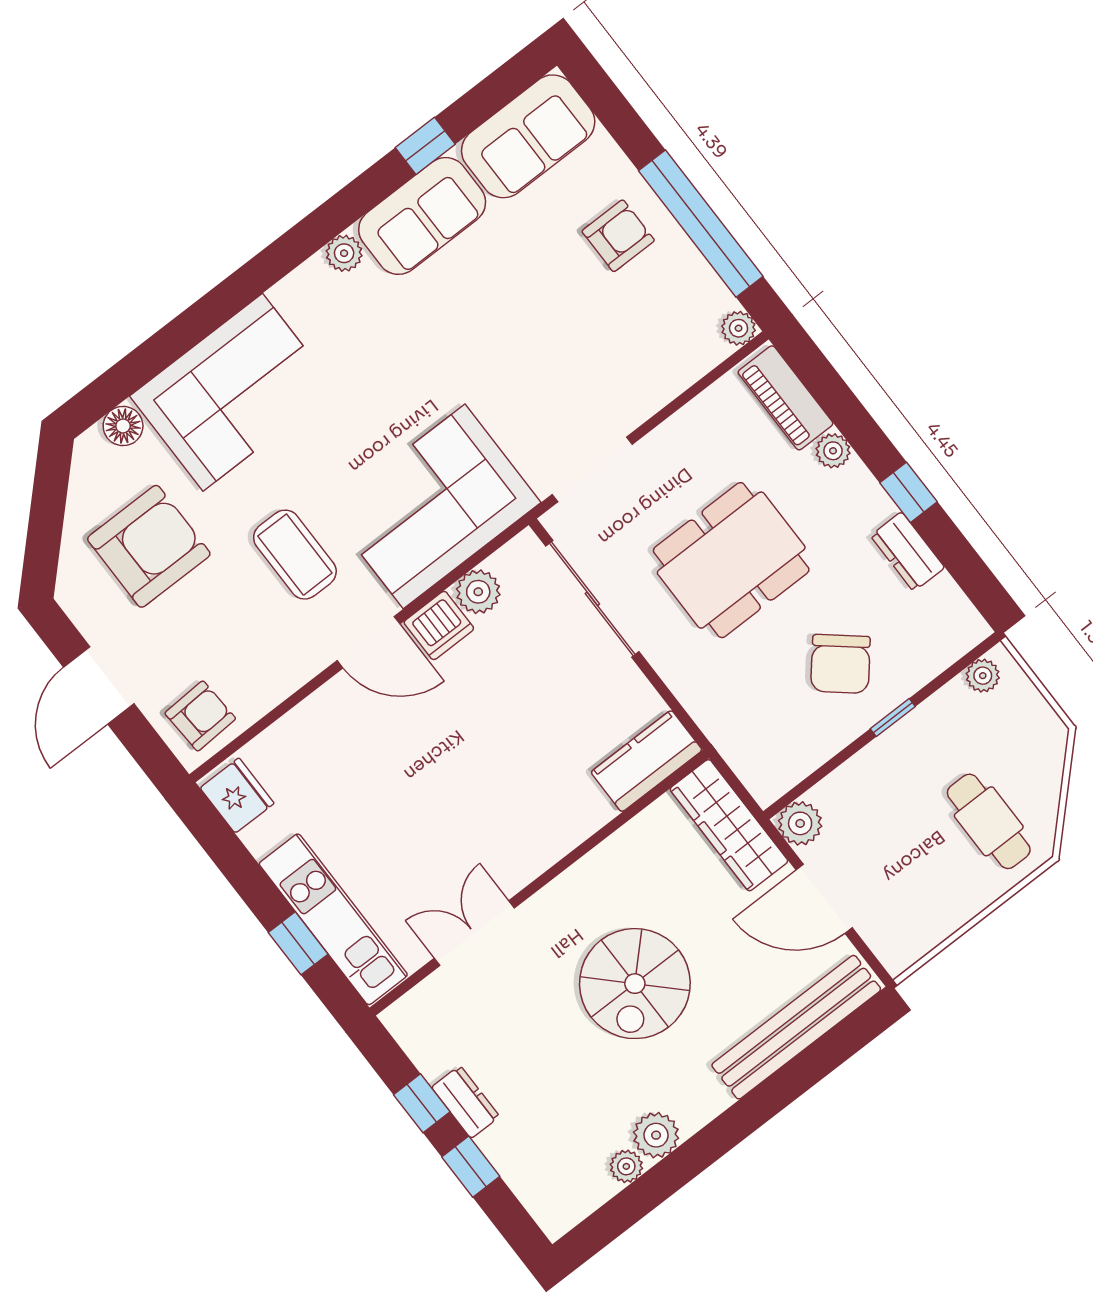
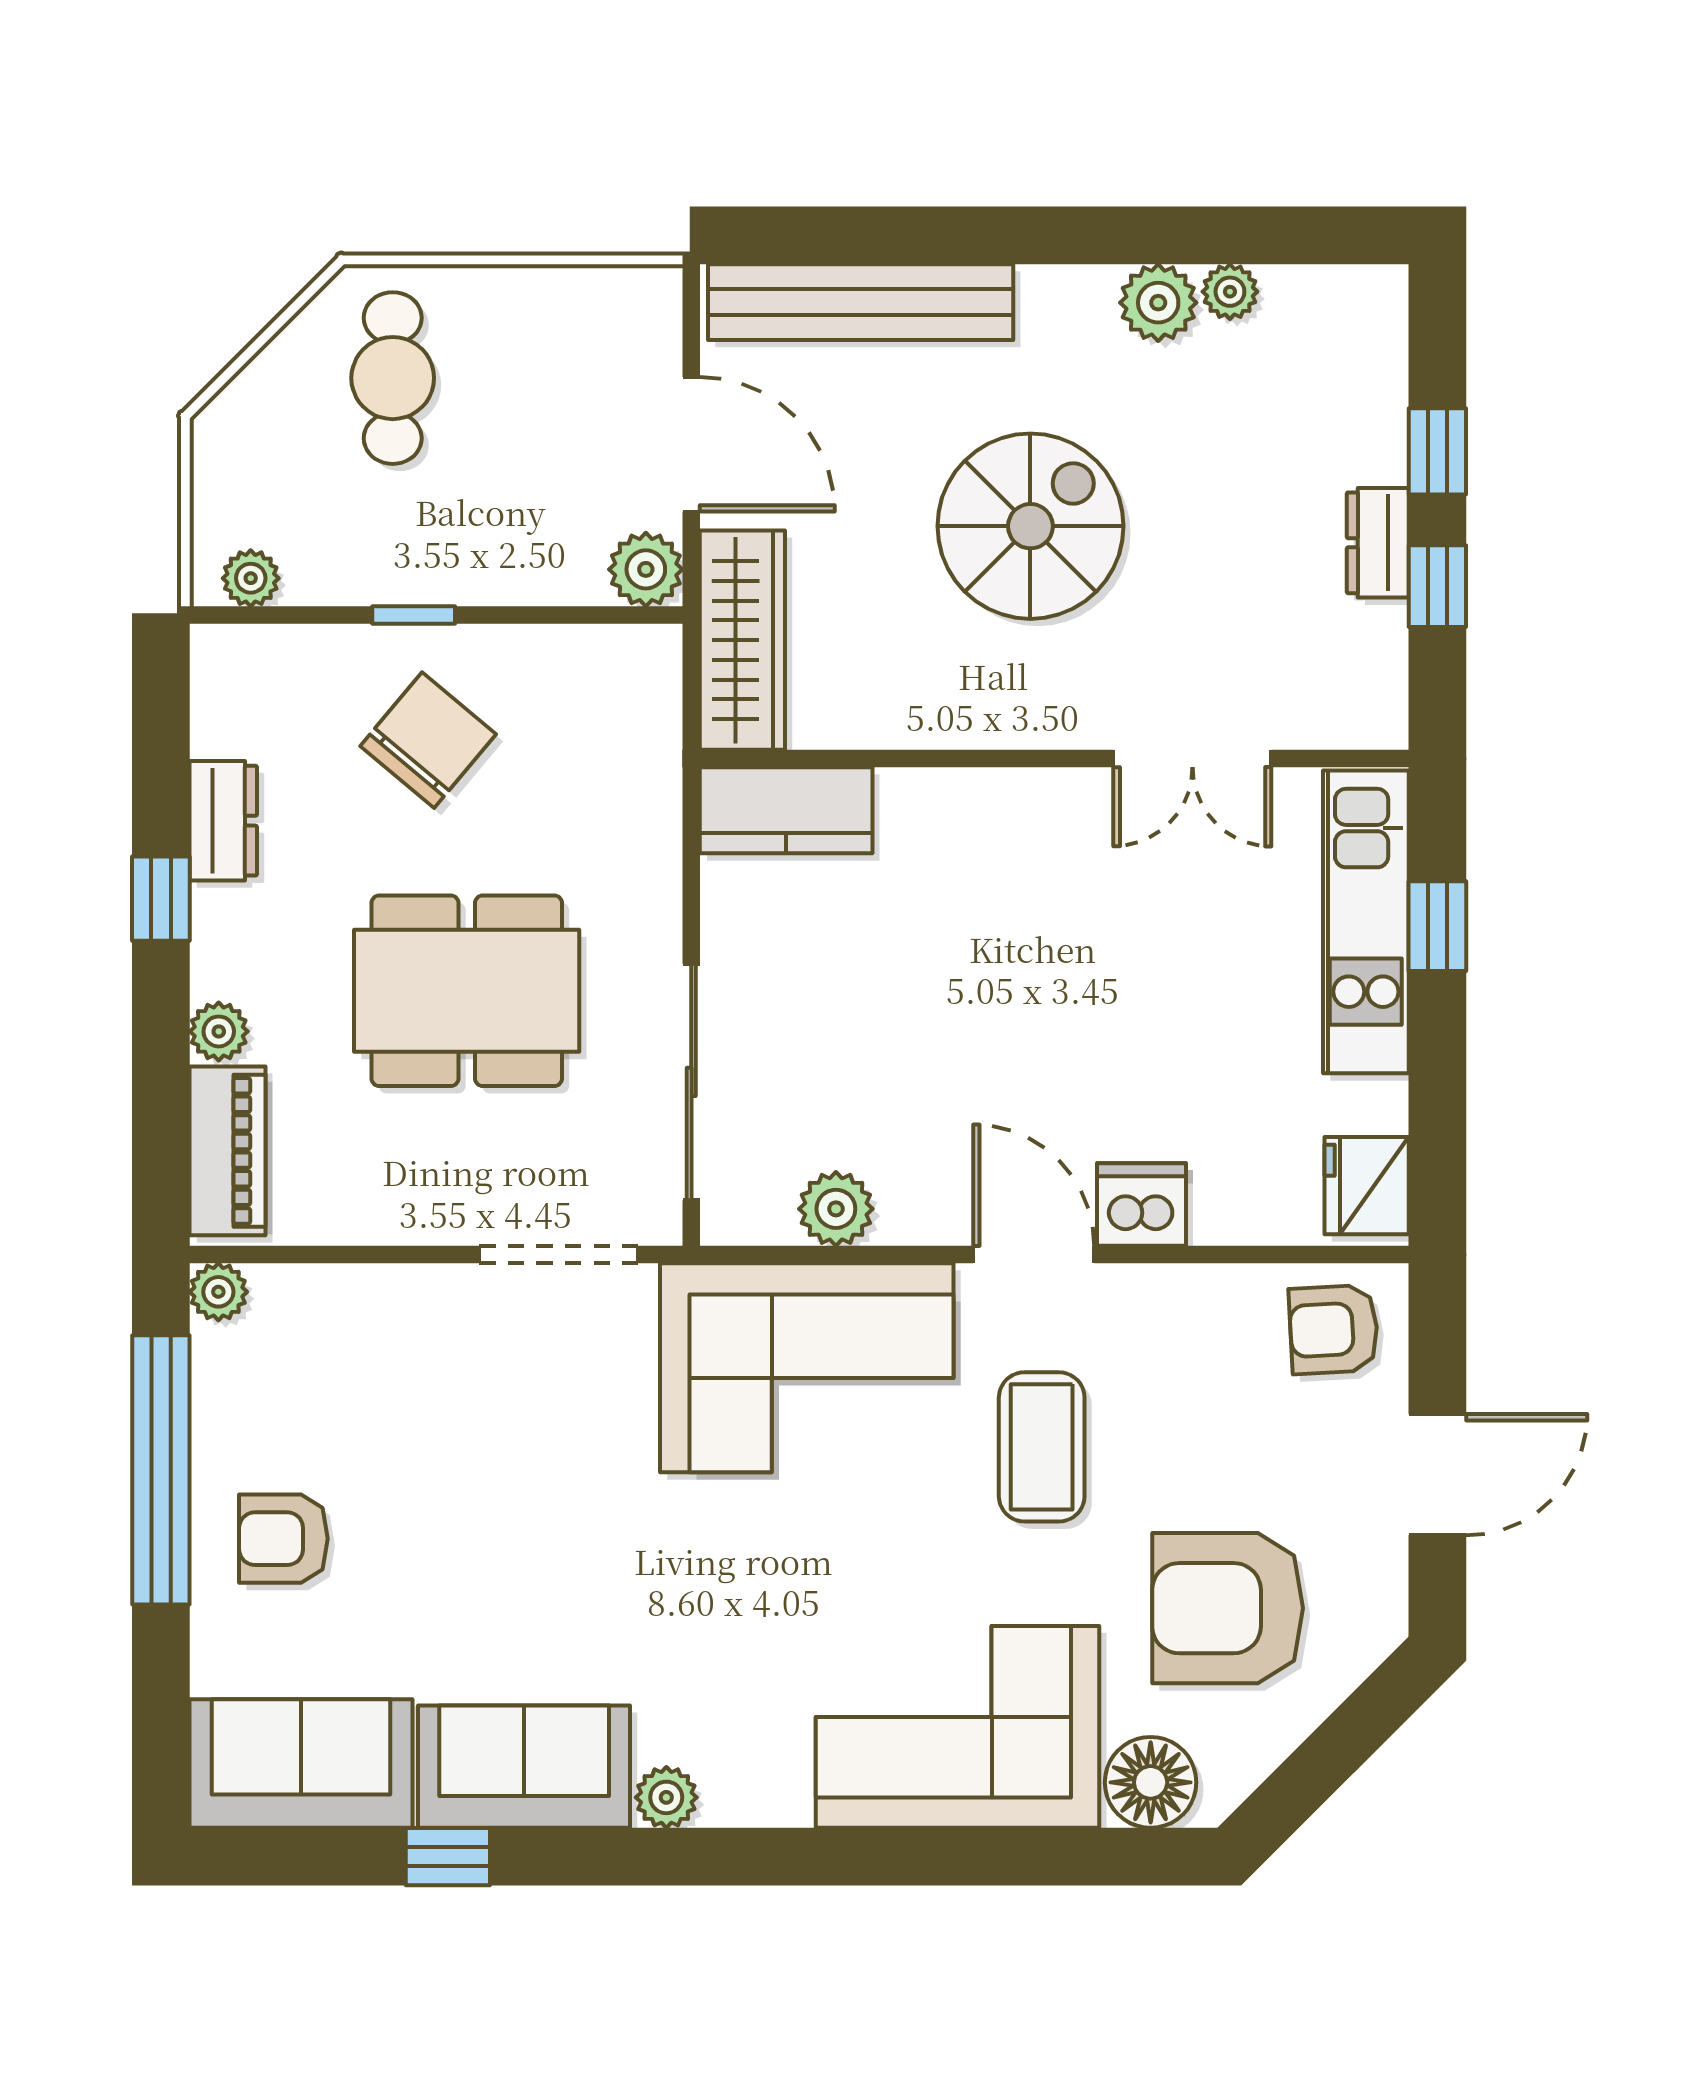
floor lamp: (123, 426) -> (1151, 1782), width x1.38, depth x1.38
dishwasher: (439, 625) -> (1142, 1204), moved

